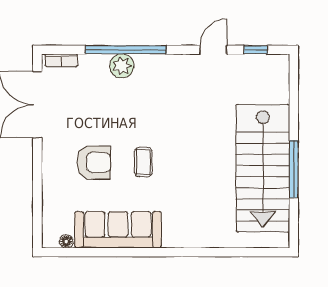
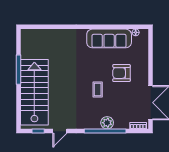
coffee table: (143, 162) -> (98, 89), moved
stairs: (263, 168) -> (34, 92), moved

